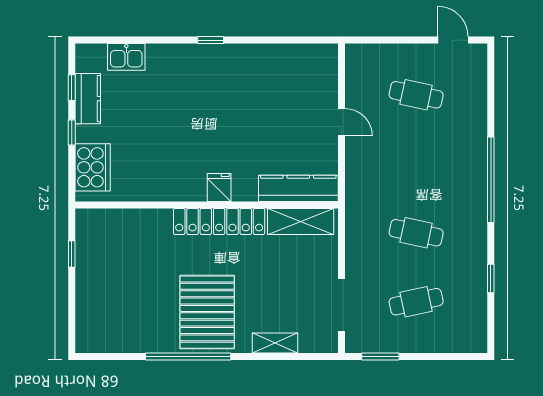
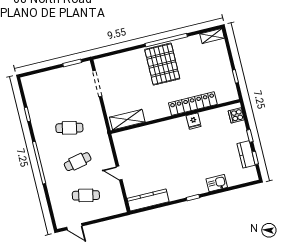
kitchen sink: (126, 57) -> (217, 183), moved
cooker: (93, 167) -> (236, 115), width x0.53, depth x0.76
fridge: (219, 187) -> (194, 121), moved
kitchen counter: (298, 188) -> (148, 200), moved, turned 180
locker: (219, 221) -> (193, 104), moved
cafe table: (416, 302) -> (78, 162), moved
shelving: (275, 343) -> (212, 36), moved

